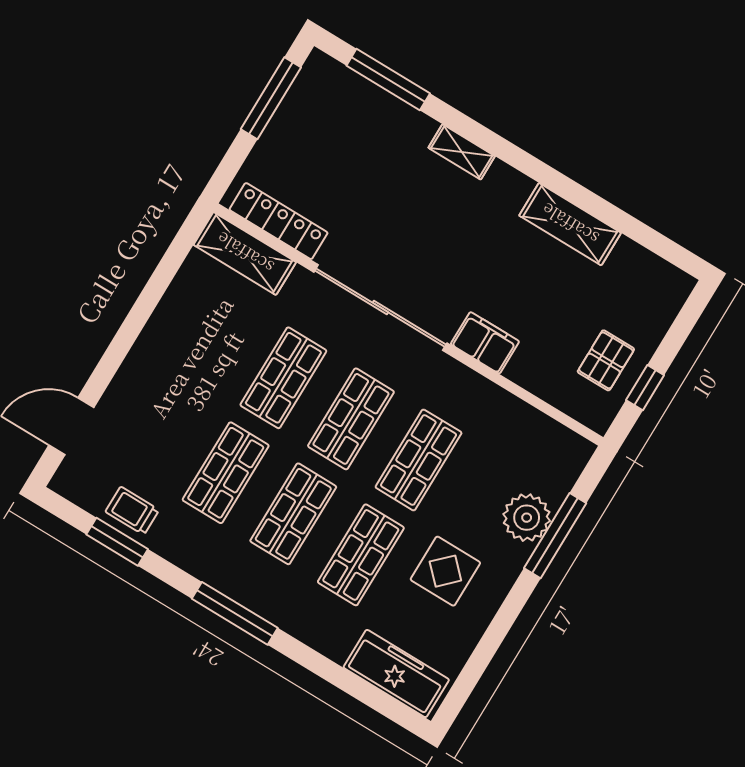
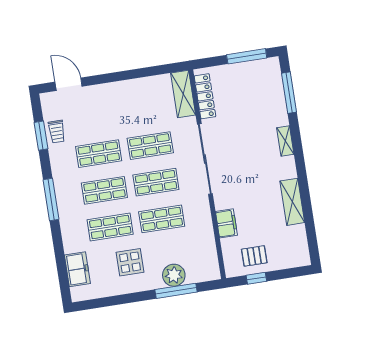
filing cabinet: (485, 343) -> (226, 223), moved
trolley: (132, 511) -> (57, 132), turned 180
freezer: (396, 674) -> (77, 269), width x0.71

